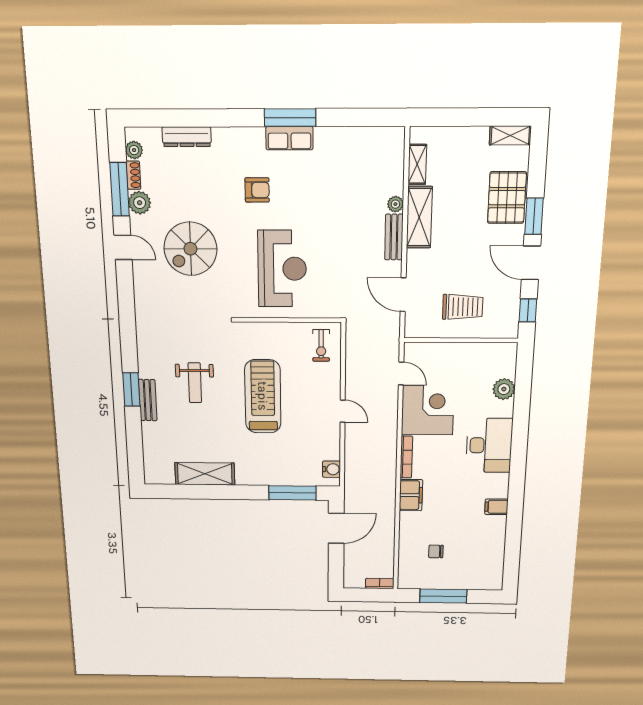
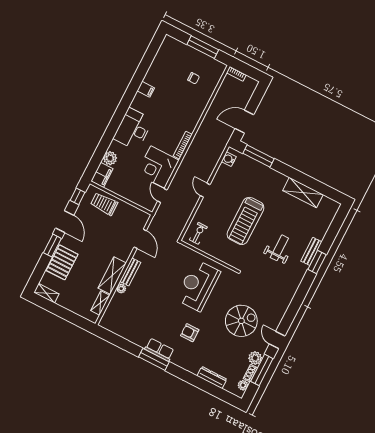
trolley: (463, 307) -> (104, 204), moved
filing cabinet: (411, 495) -> (102, 175), moved, turned 180

